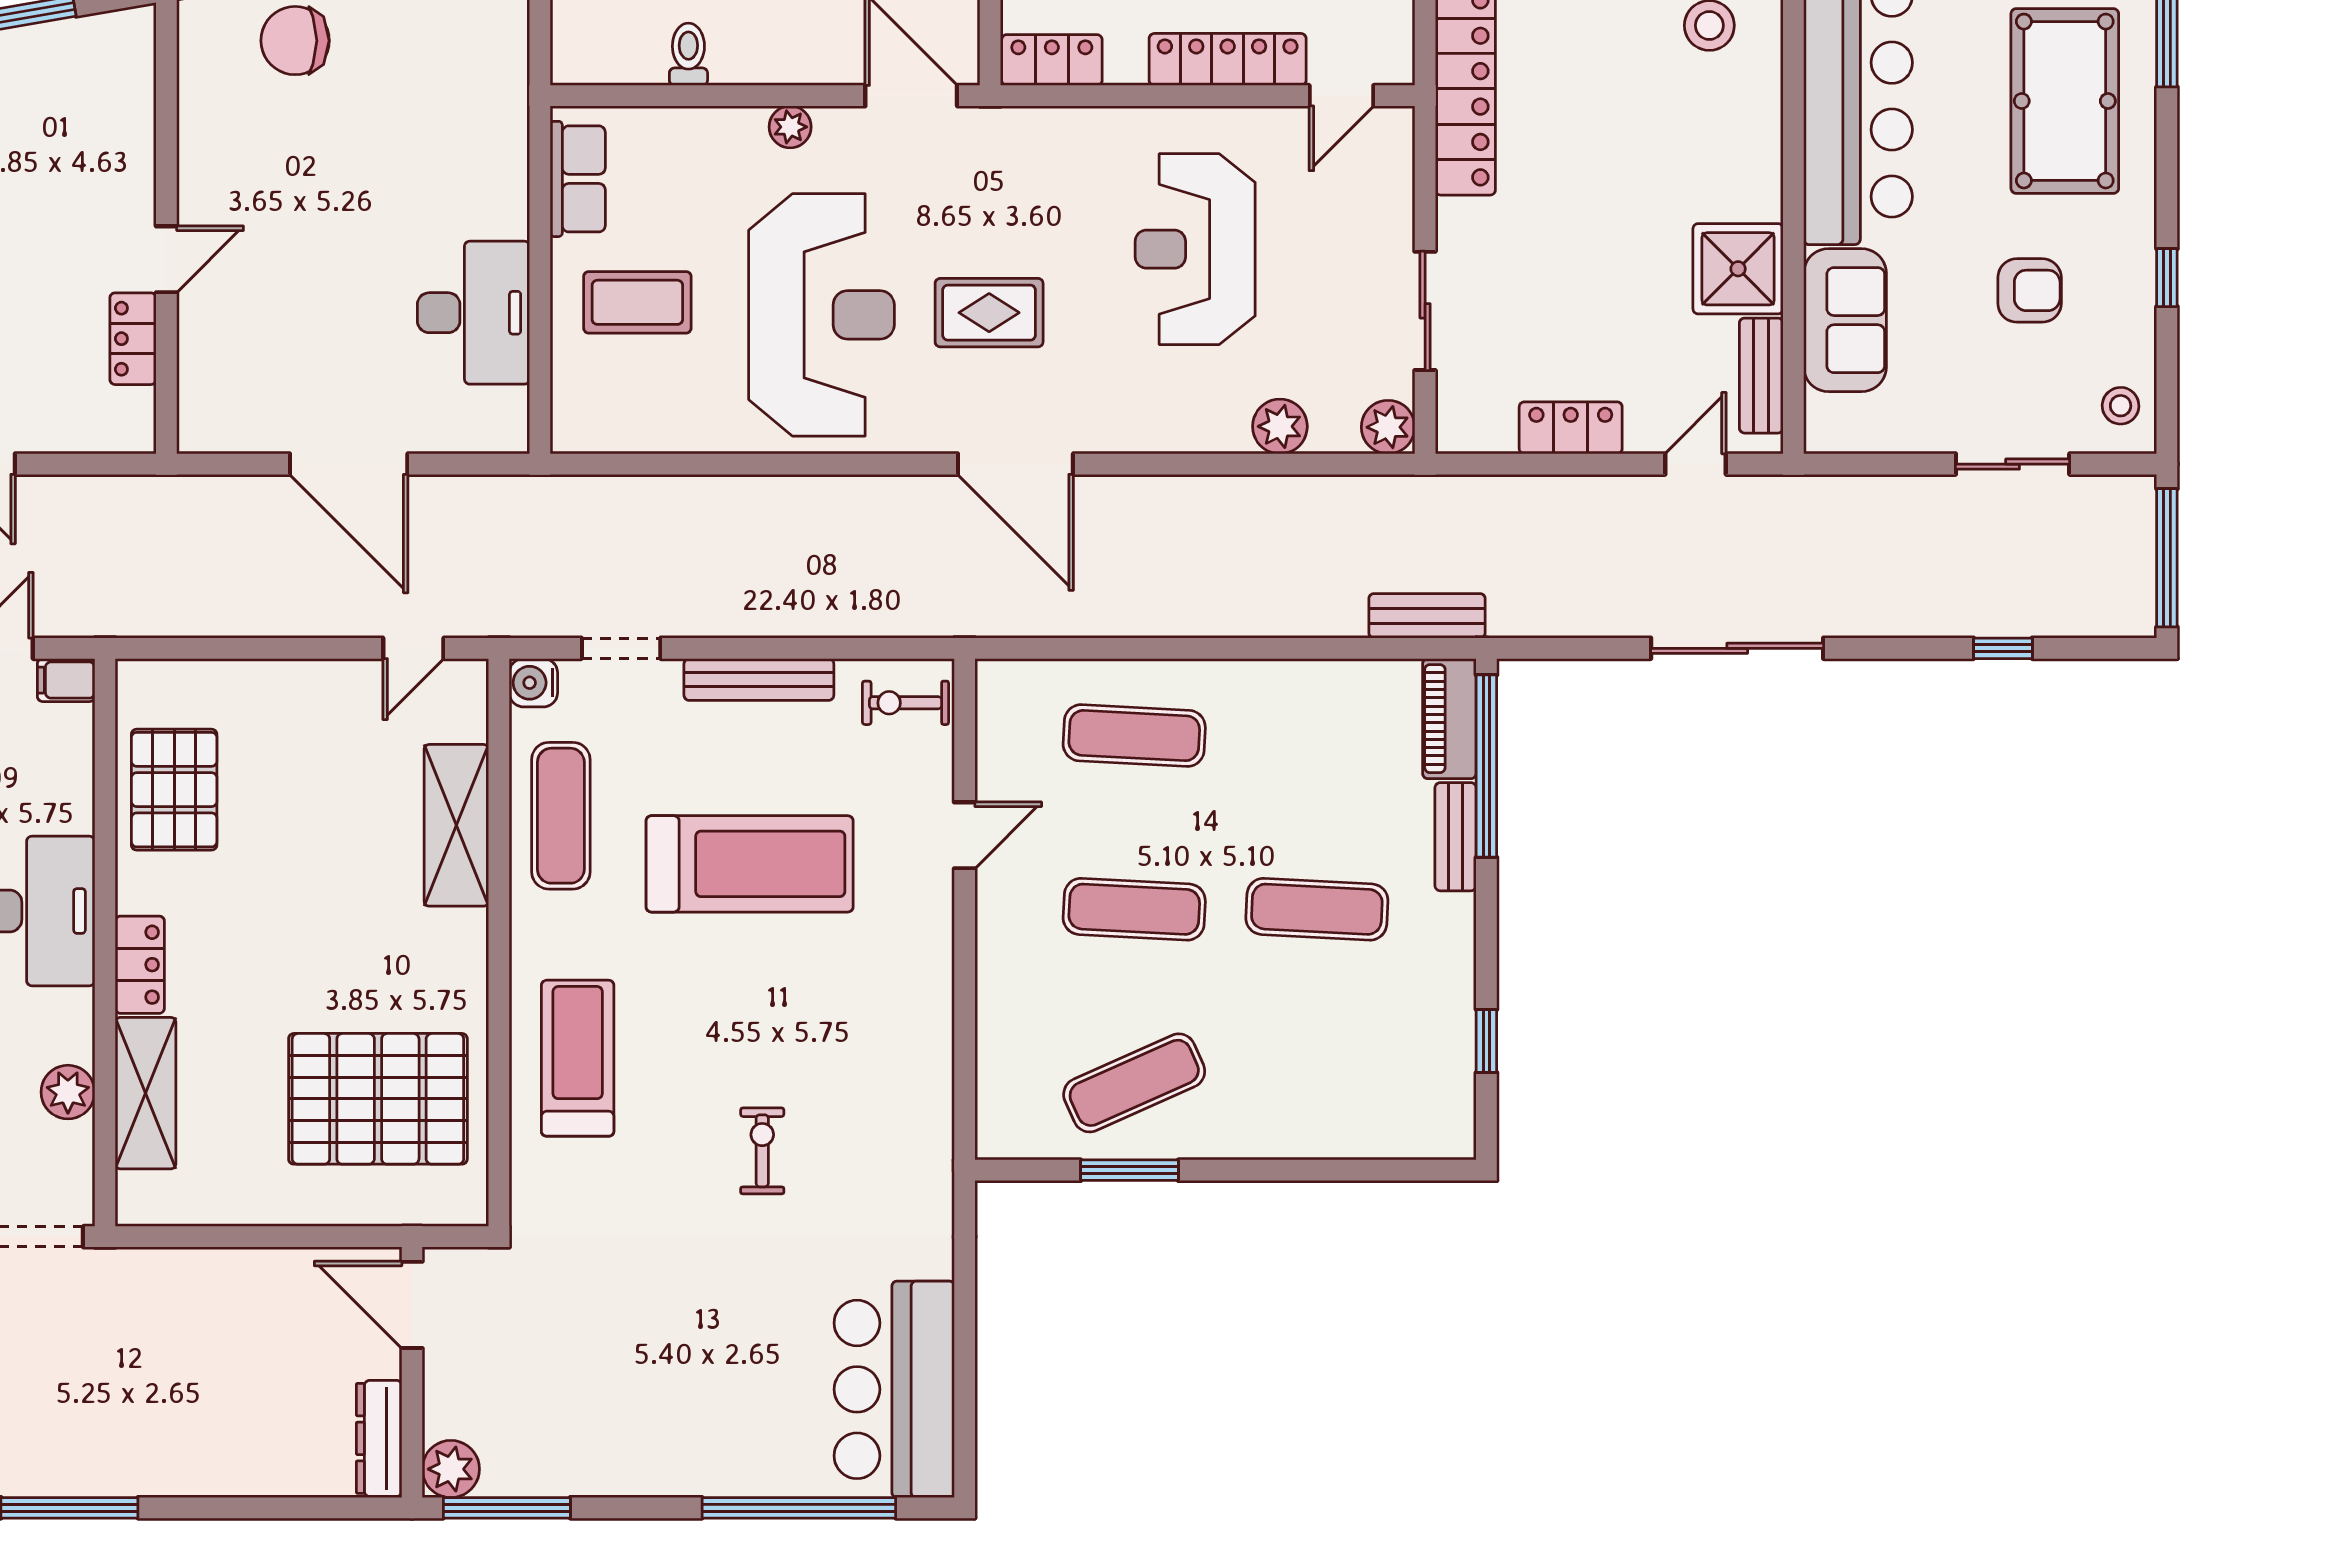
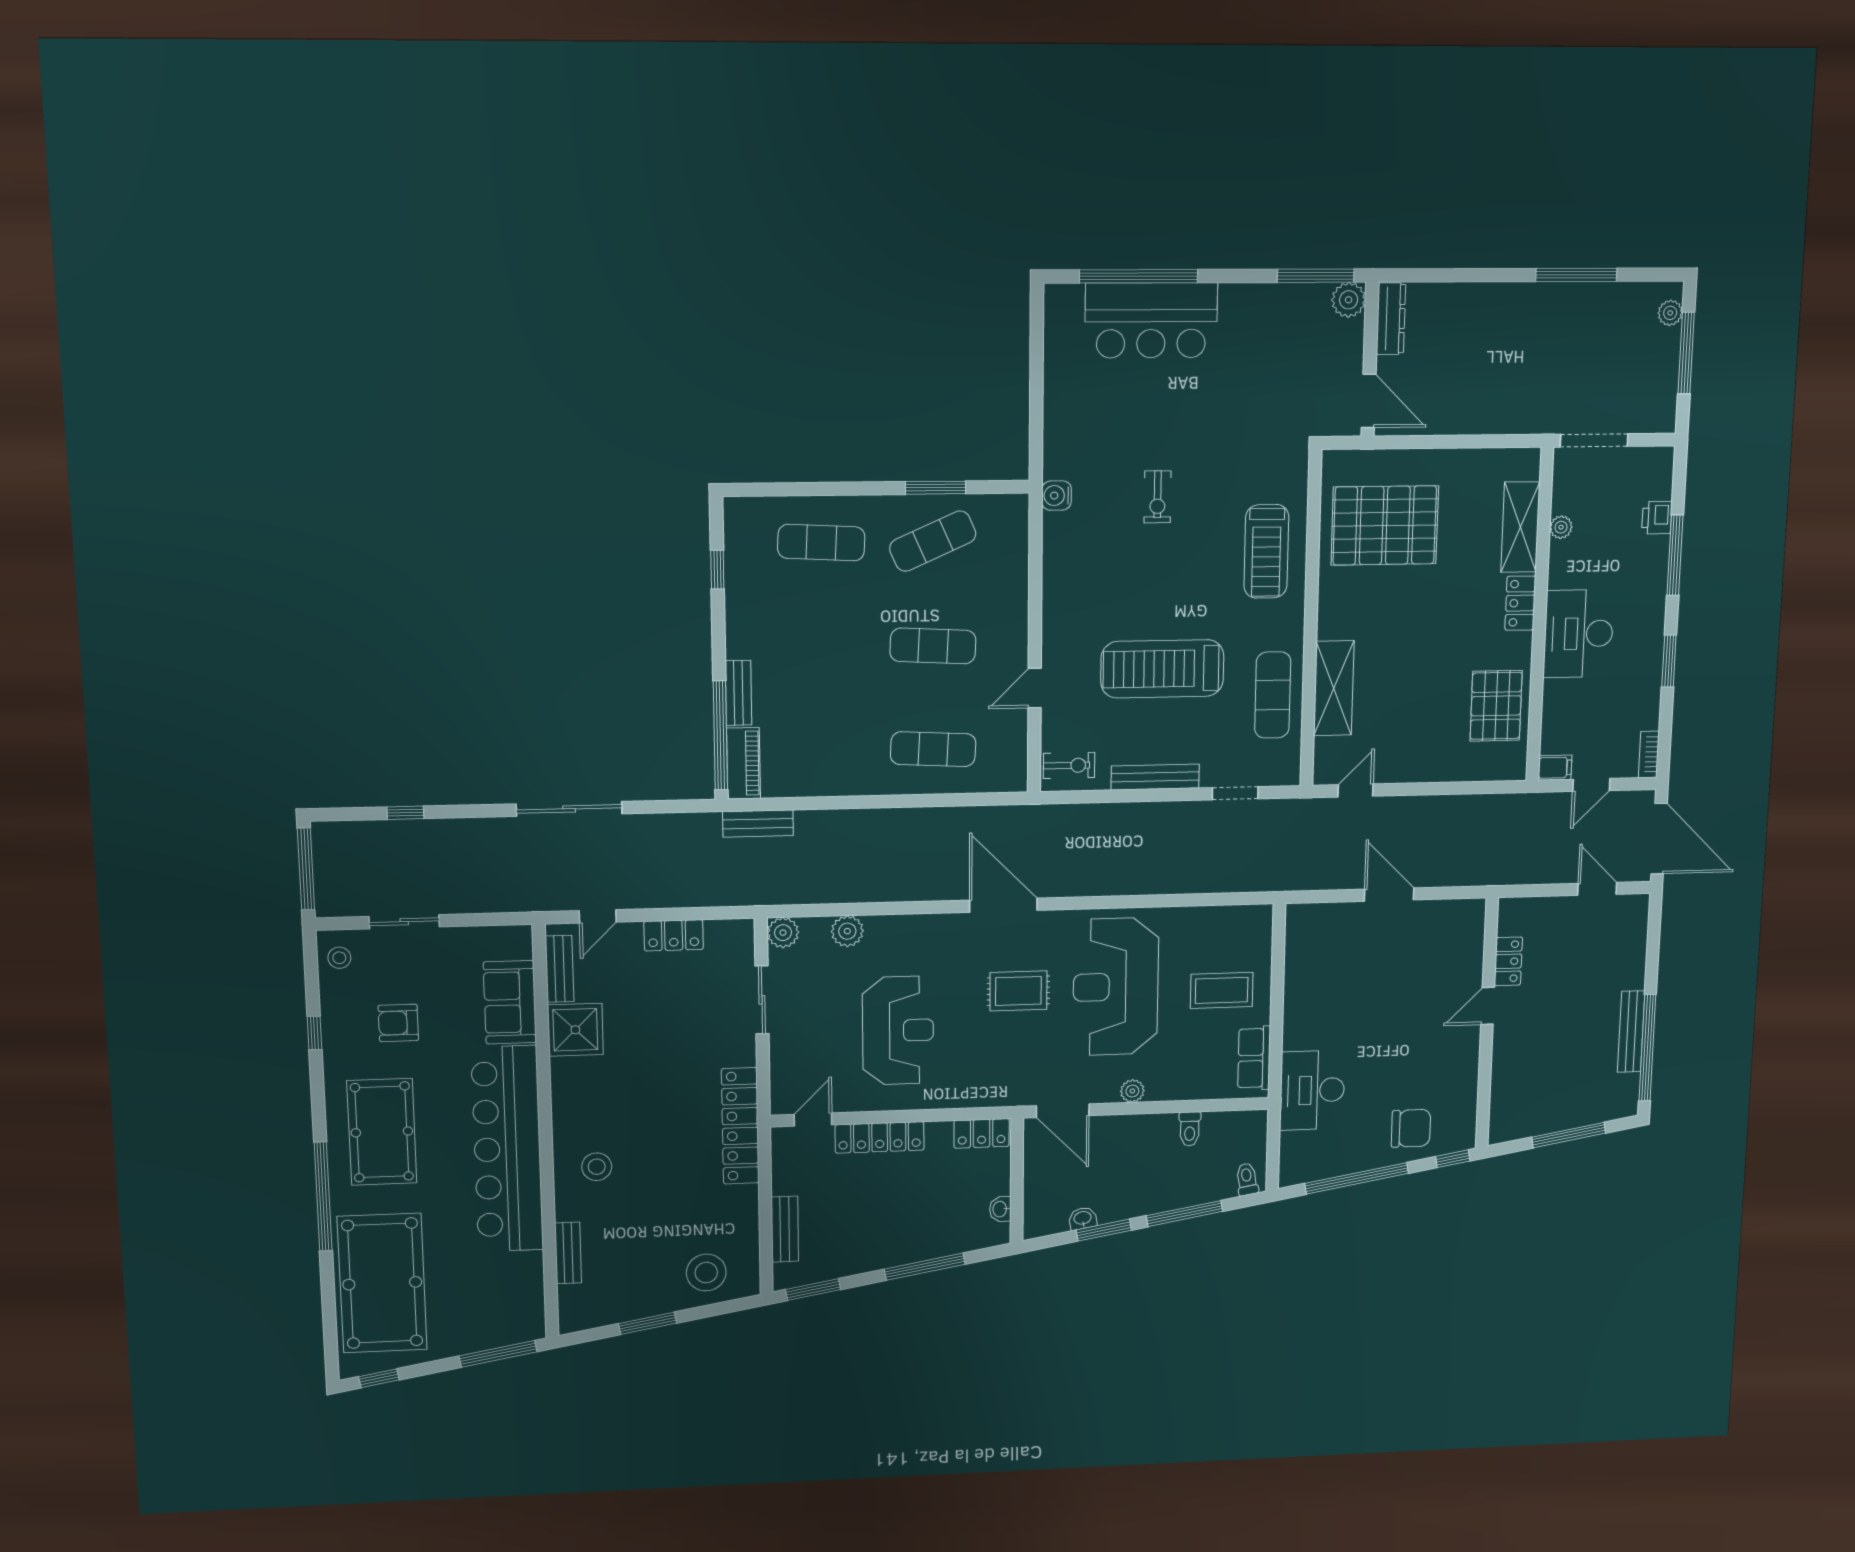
desk: (473, 313) -> (1312, 1090), moved
door: (349, 464) -> (1389, 895), width x0.73
water cooler: (533, 683) -> (1057, 496), moved, turned 180
exercise mat: (1317, 909) -> (821, 543), moved
plant: (68, 1092) -> (1561, 527), width x0.73, depth x0.73
bar counter: (894, 1389) -> (1151, 320), moved, turned 90

